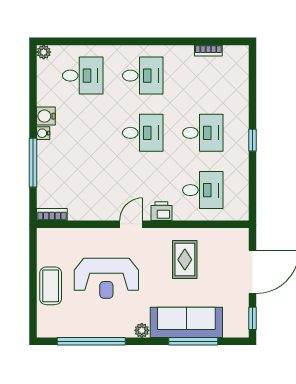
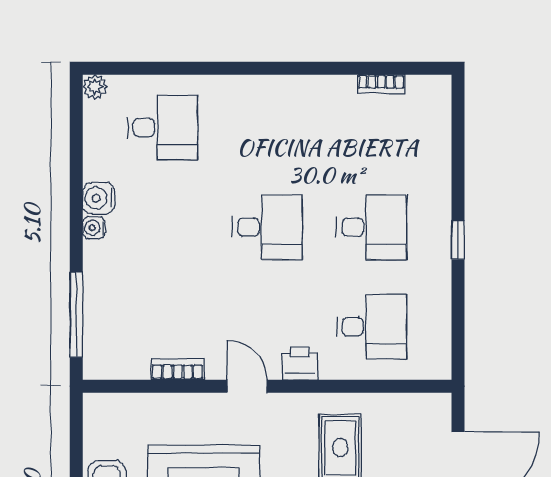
desk: (143, 76) -> (267, 128), removed
window: (33, 163) -> (76, 315), moved
bookcase: (52, 214) -> (178, 369), moved
door: (131, 224) -> (247, 386), hinge flipped

